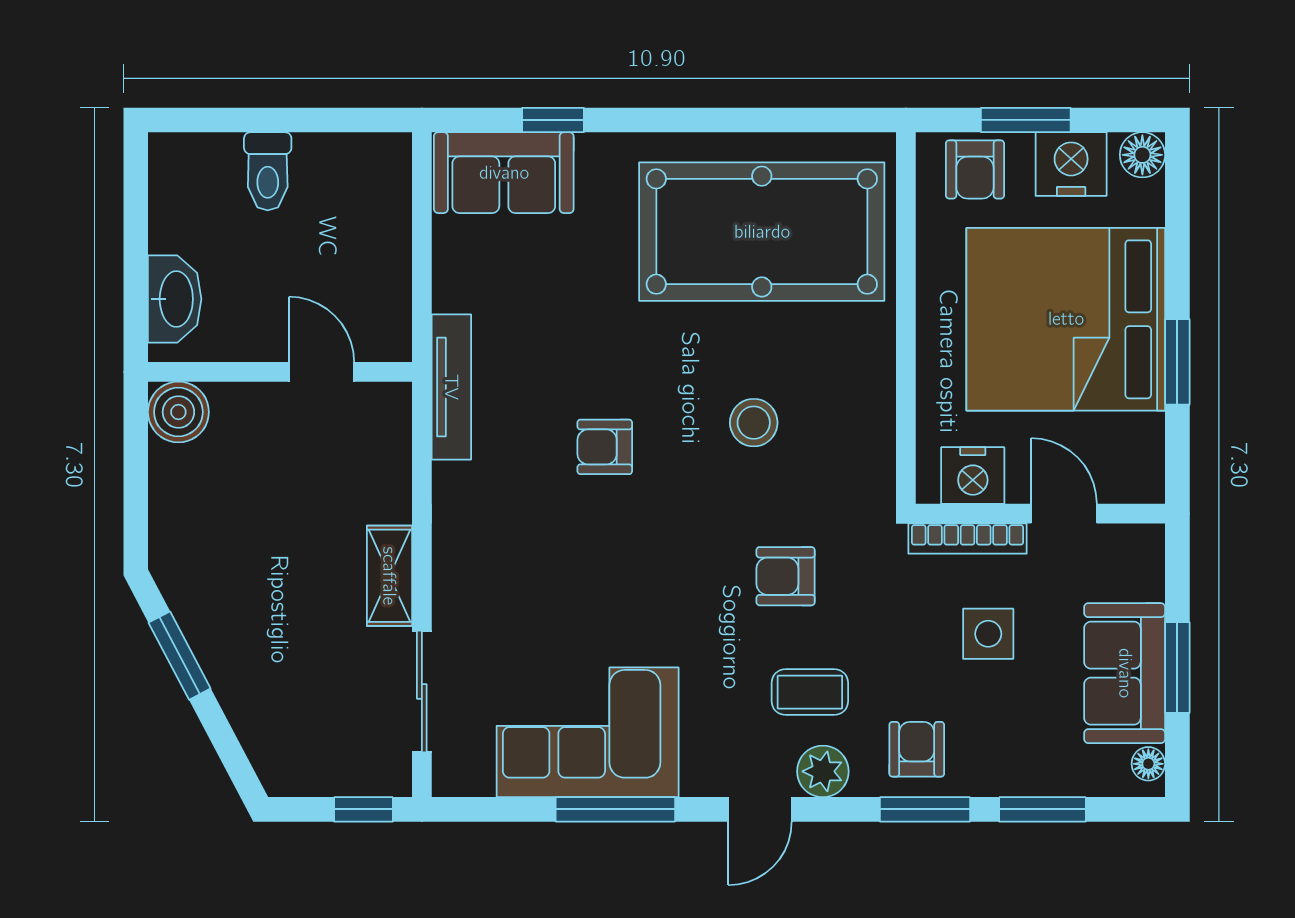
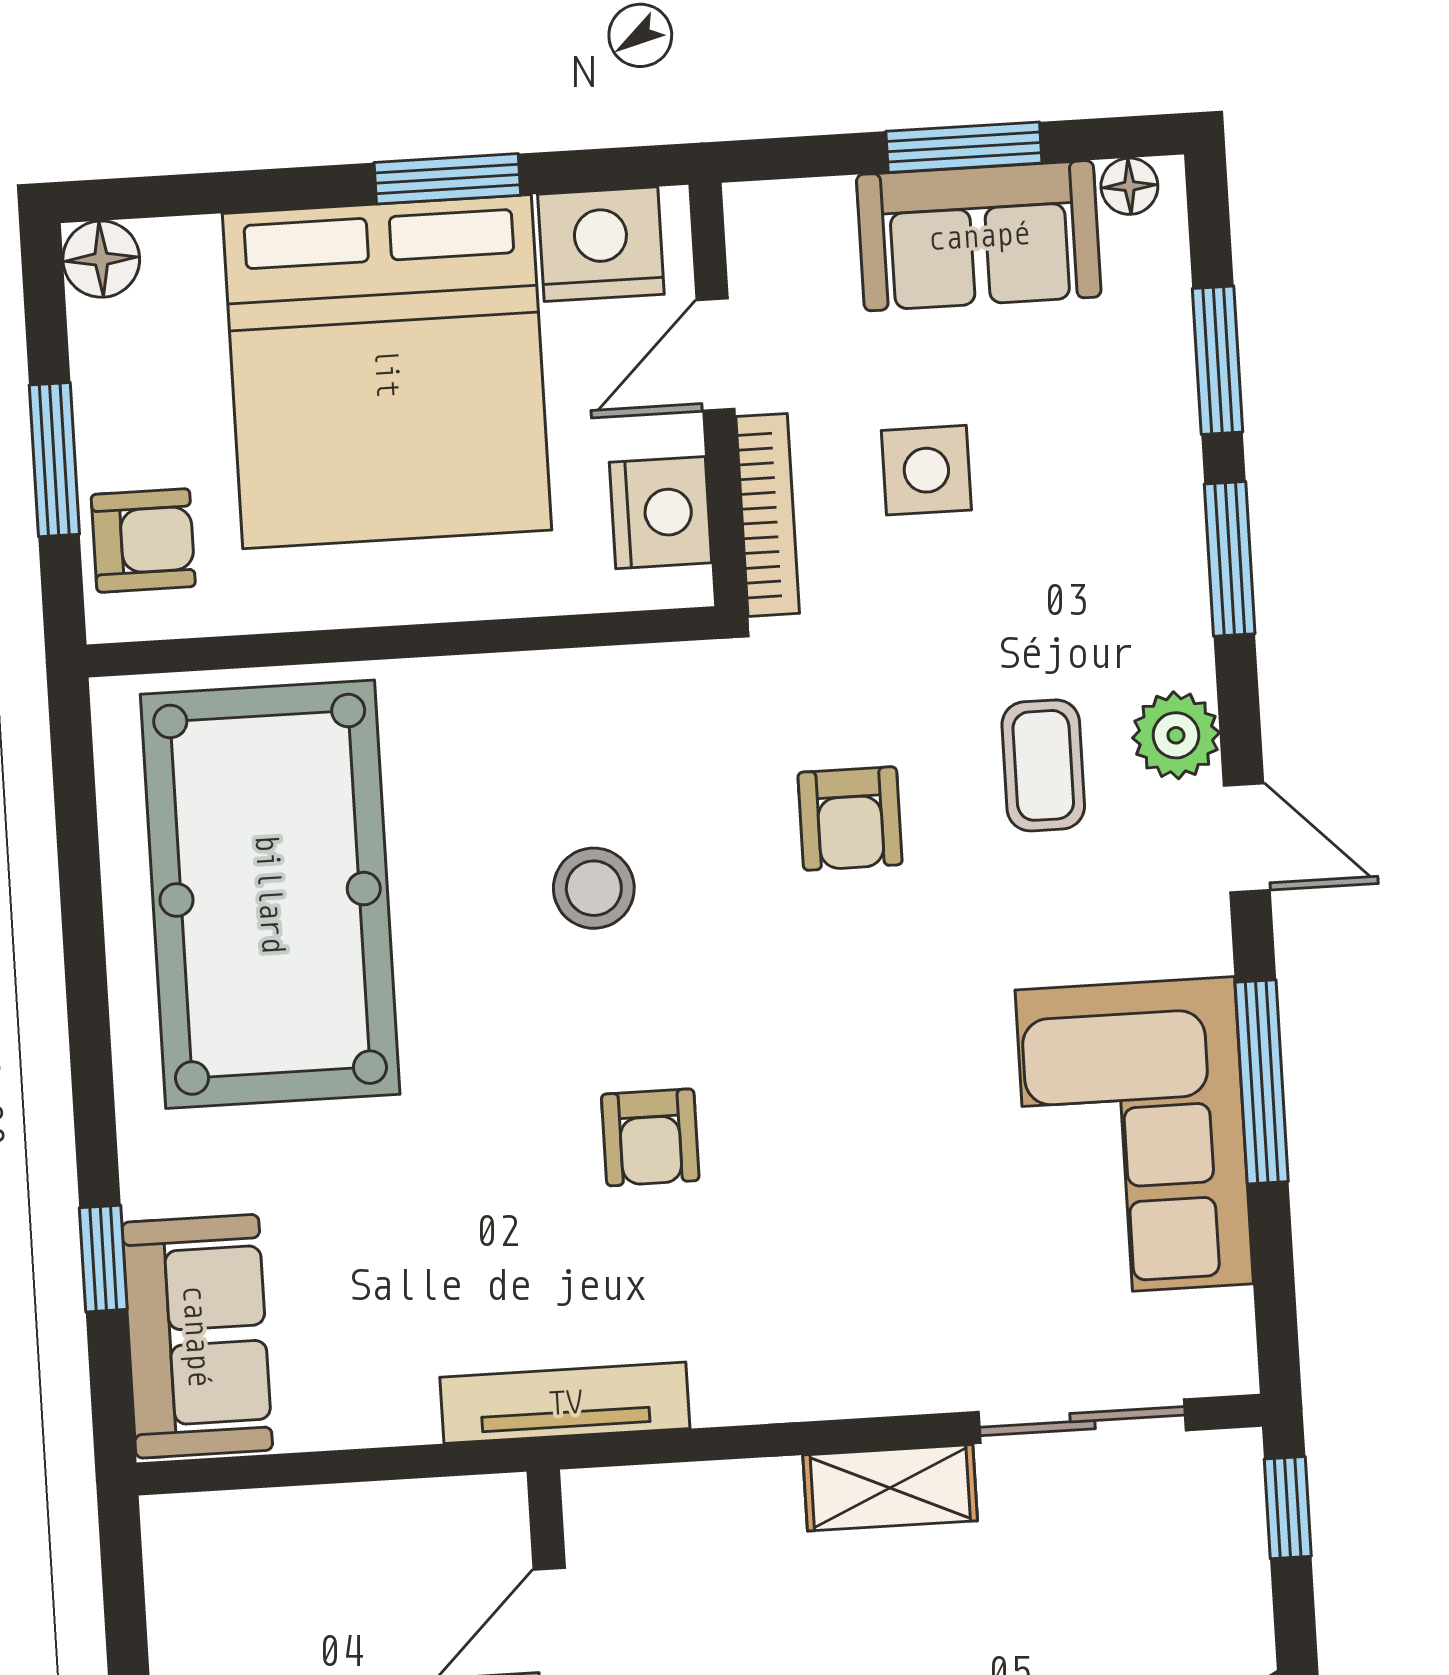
nightstand: (1071, 164) -> (601, 244), moved, turned 90
armchair: (917, 749) -> (1129, 579), removed

